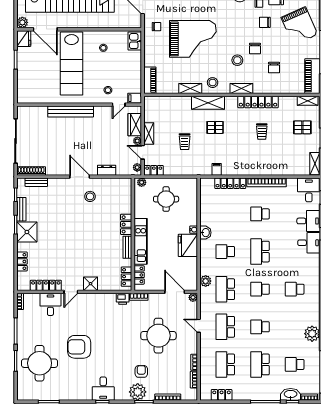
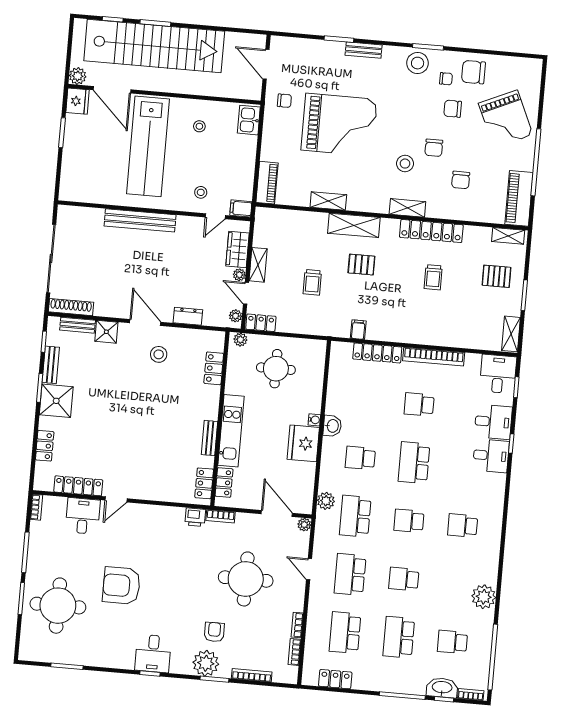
stool: (213, 83) -> (364, 195), removed
locker: (126, 224) -> (214, 368), moved
shower: (91, 284) -> (106, 332), moved

